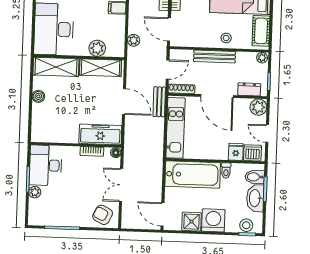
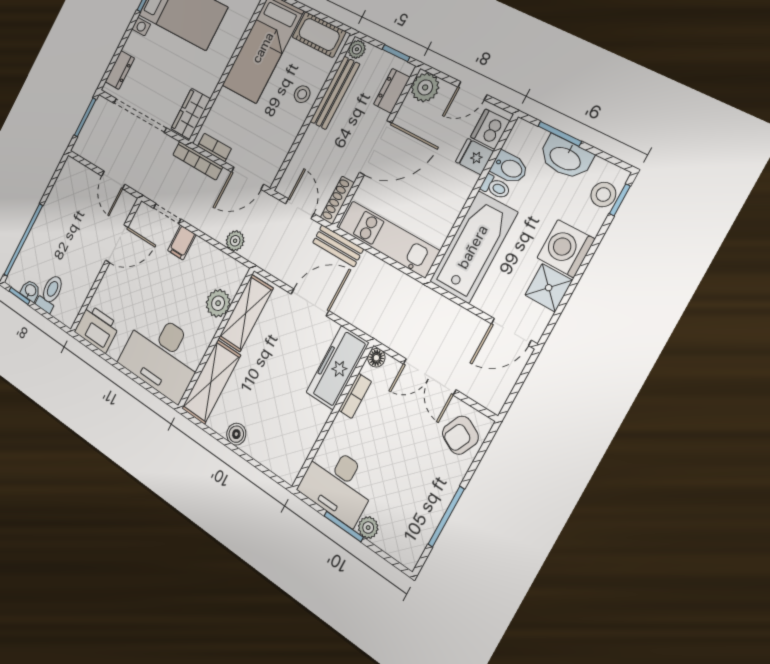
bench: (215, 56) -> (335, 93), moved
bidet: (255, 177) -> (510, 168), moved, turned -90

